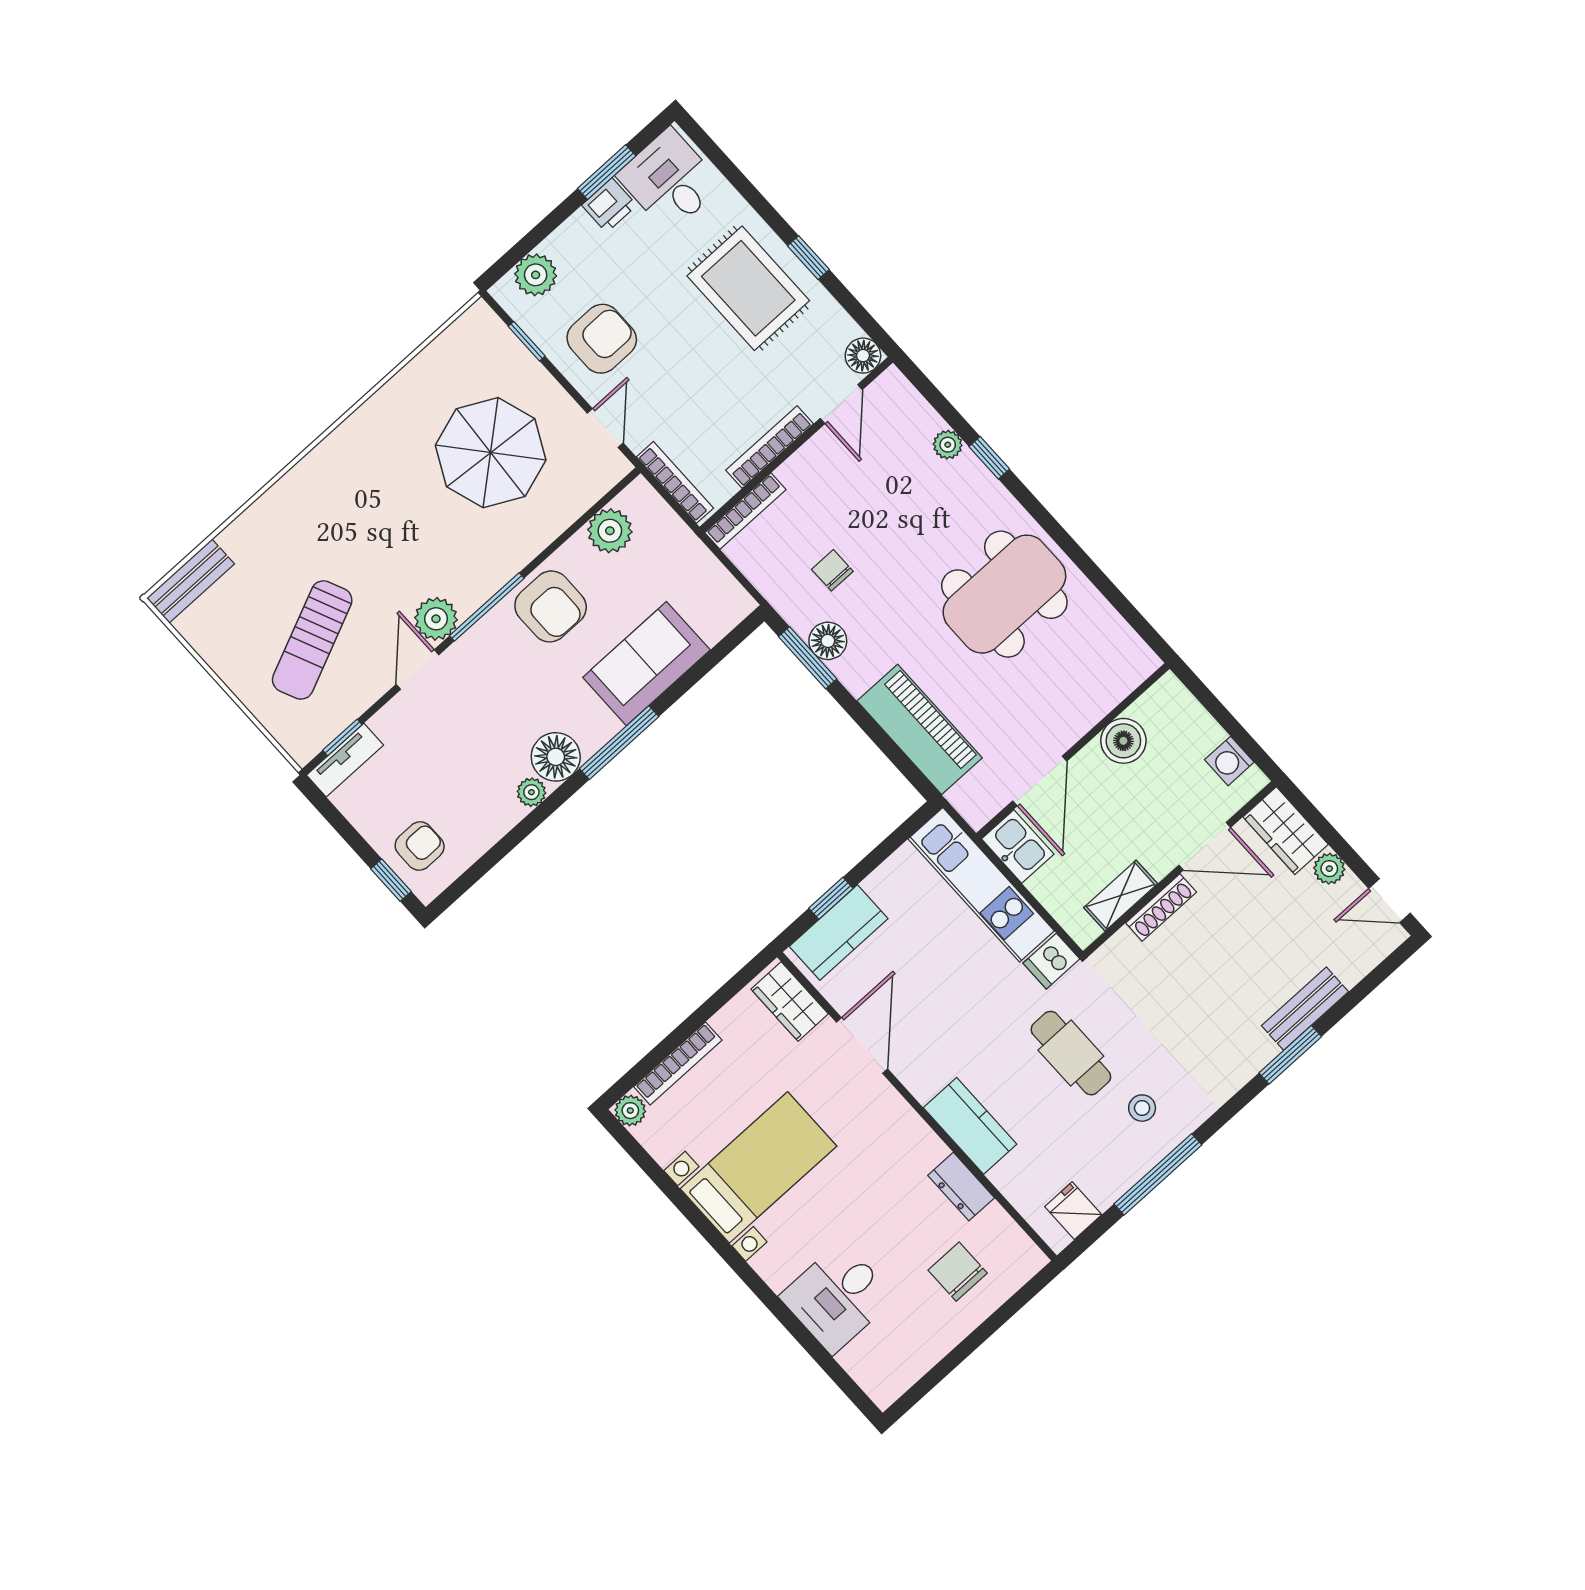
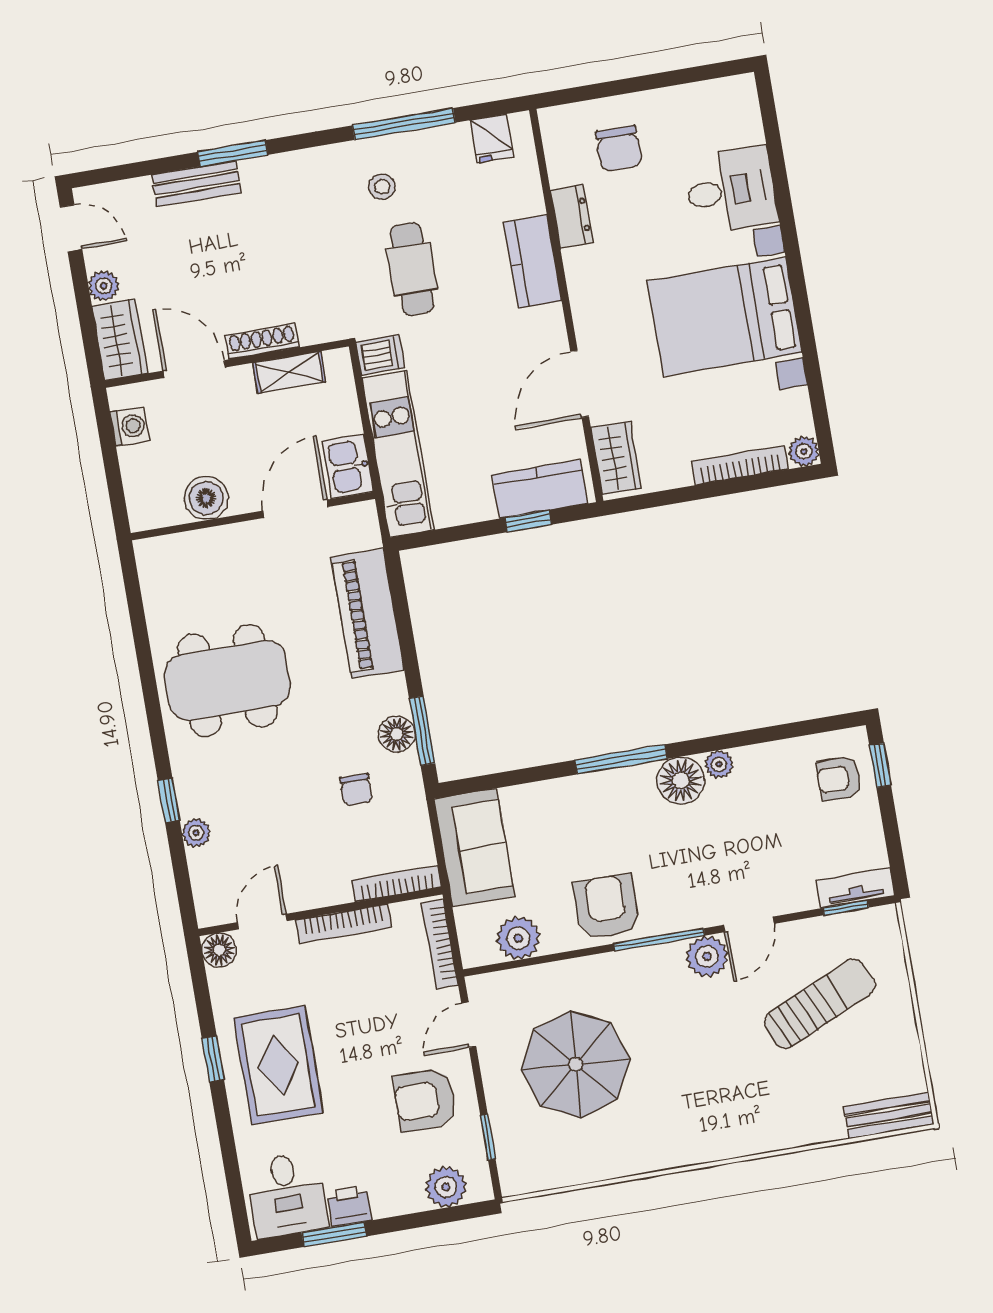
sofa: (646, 664) -> (474, 848), moved, turned -90
bed with nightstands: (758, 1167) -> (725, 317), width x1.36

